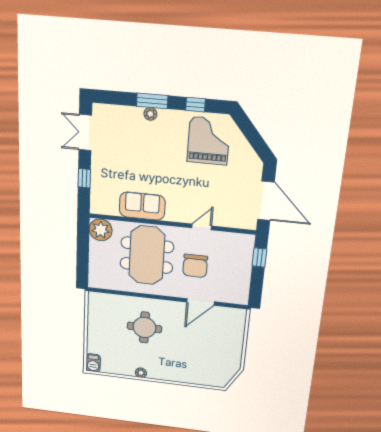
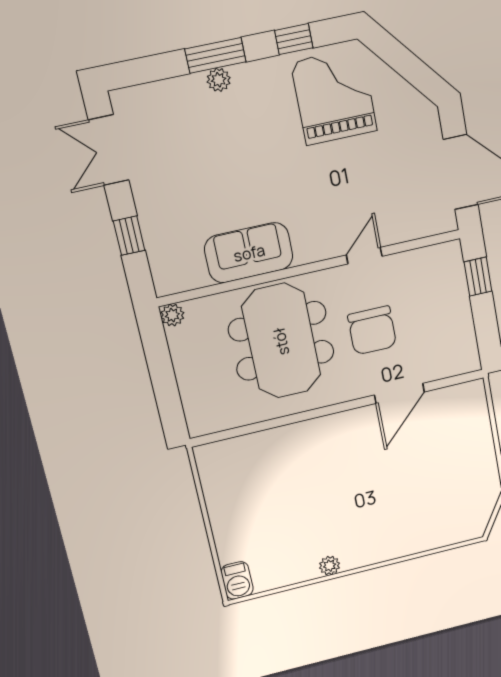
plant: (101, 230) -> (172, 315), width x0.53, depth x0.53
round table: (144, 327) -> (313, 477), removed

